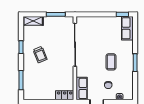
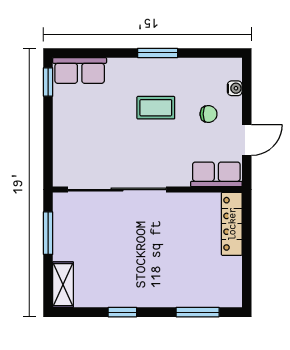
trolley: (40, 55) -> (139, 269), removed
locker: (65, 95) -> (232, 224), width x1.53

